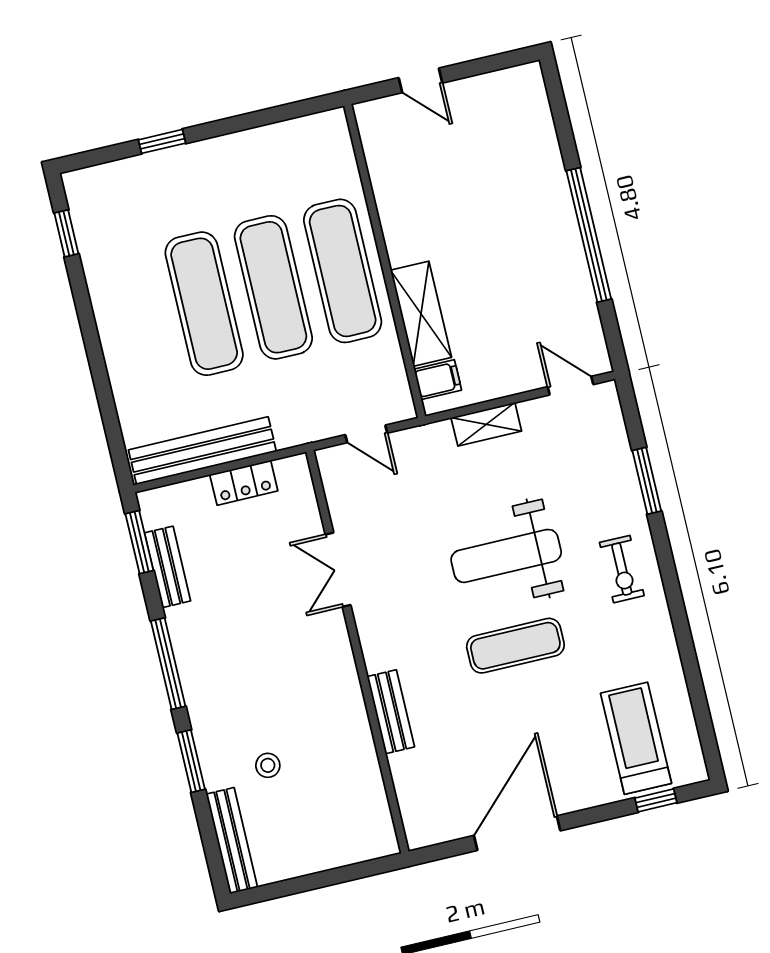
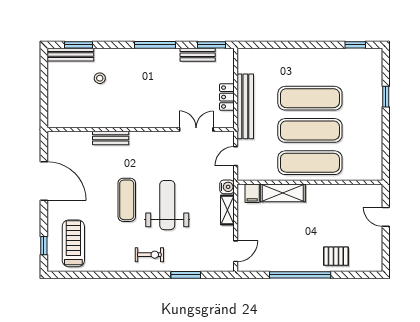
door: (421, 80) -> (386, 217), hinge flipped
pallet: (530, 167) -> (336, 256), added
water cooler: (437, 437) -> (227, 187), added
bench: (202, 451) -> (245, 106), moved
exercise bike: (622, 569) -> (149, 255), turned 180
double door: (338, 570) -> (196, 130), moved
treadmill: (636, 738) -> (73, 243), turned -90
window: (191, 761) -> (78, 45), moved

